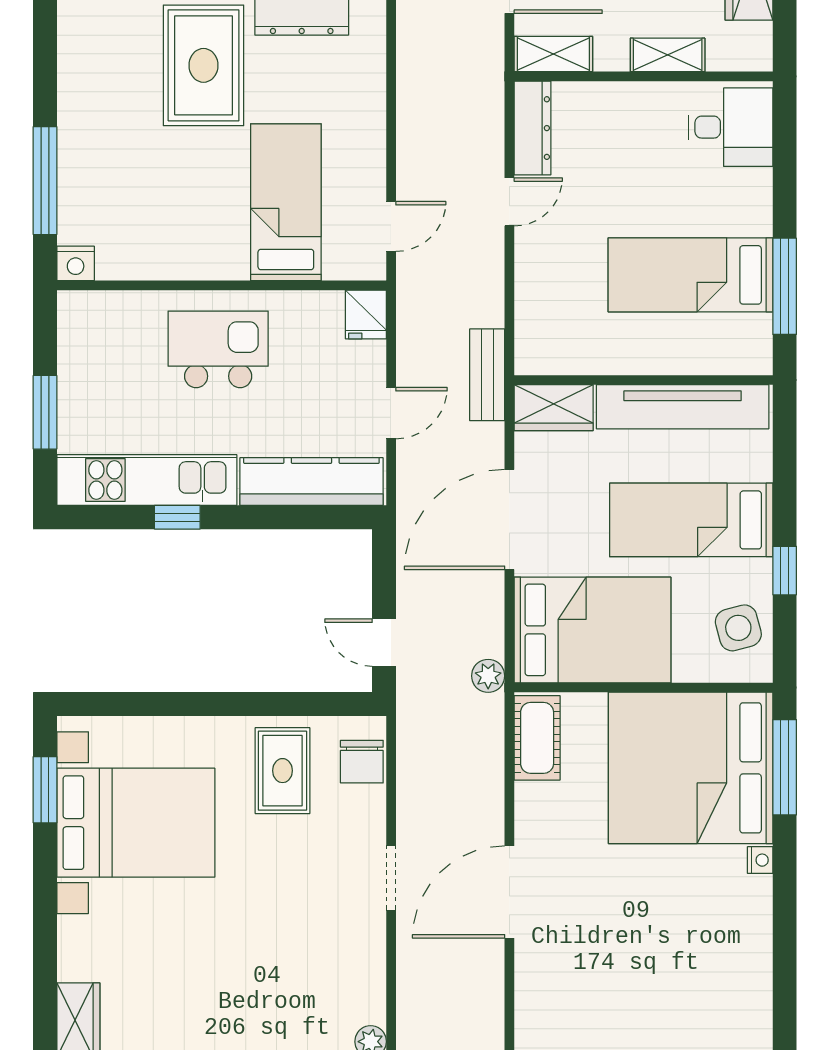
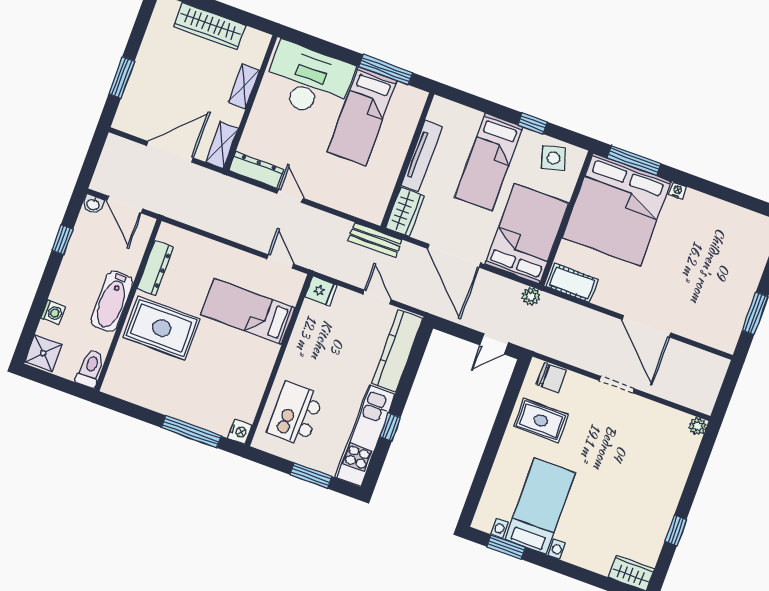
desk: (731, 127) -> (308, 80), width x1.87, depth x1.30
kitchen island: (218, 349) -> (295, 414), moved
tv unit: (683, 407) -> (422, 156), width x0.73, depth x0.78
bed with nightstands: (136, 823) -> (540, 506), width x0.73

